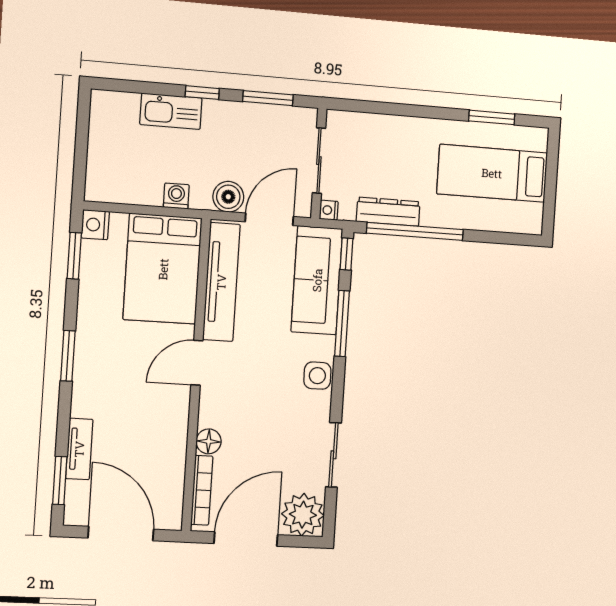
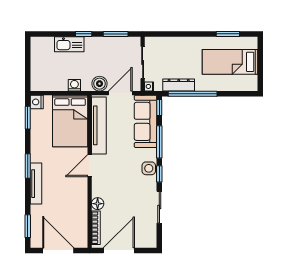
window: (338, 388) -> (159, 174), added
tv unit: (79, 449) -> (36, 184), moved, width x1.41
plant: (303, 515) -> (146, 237), removed

